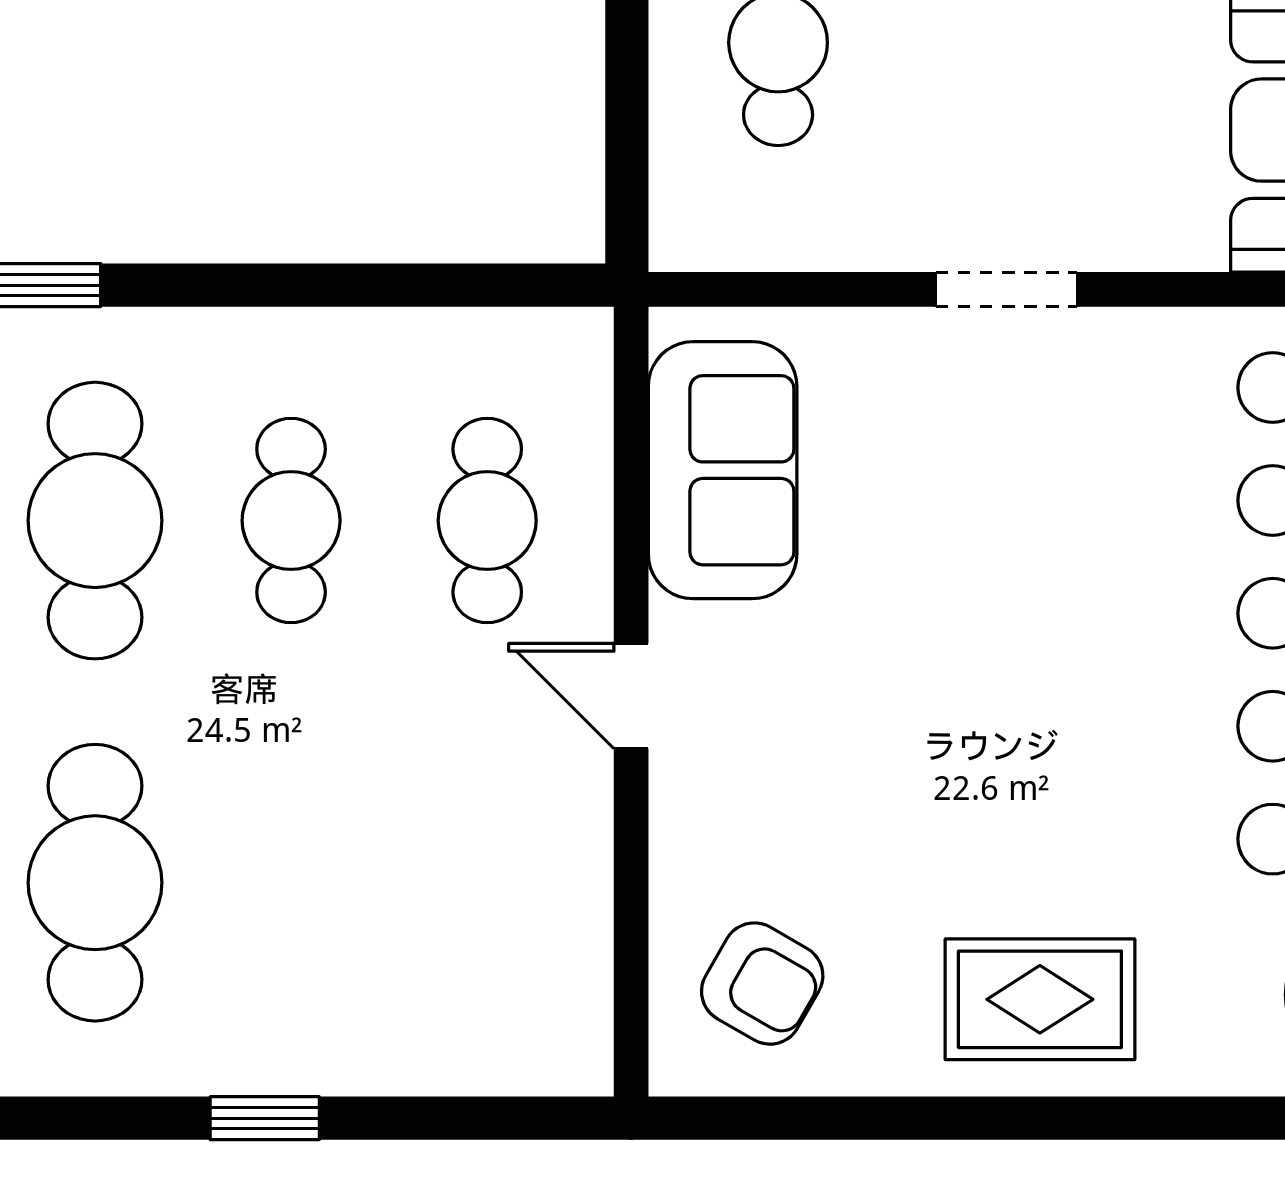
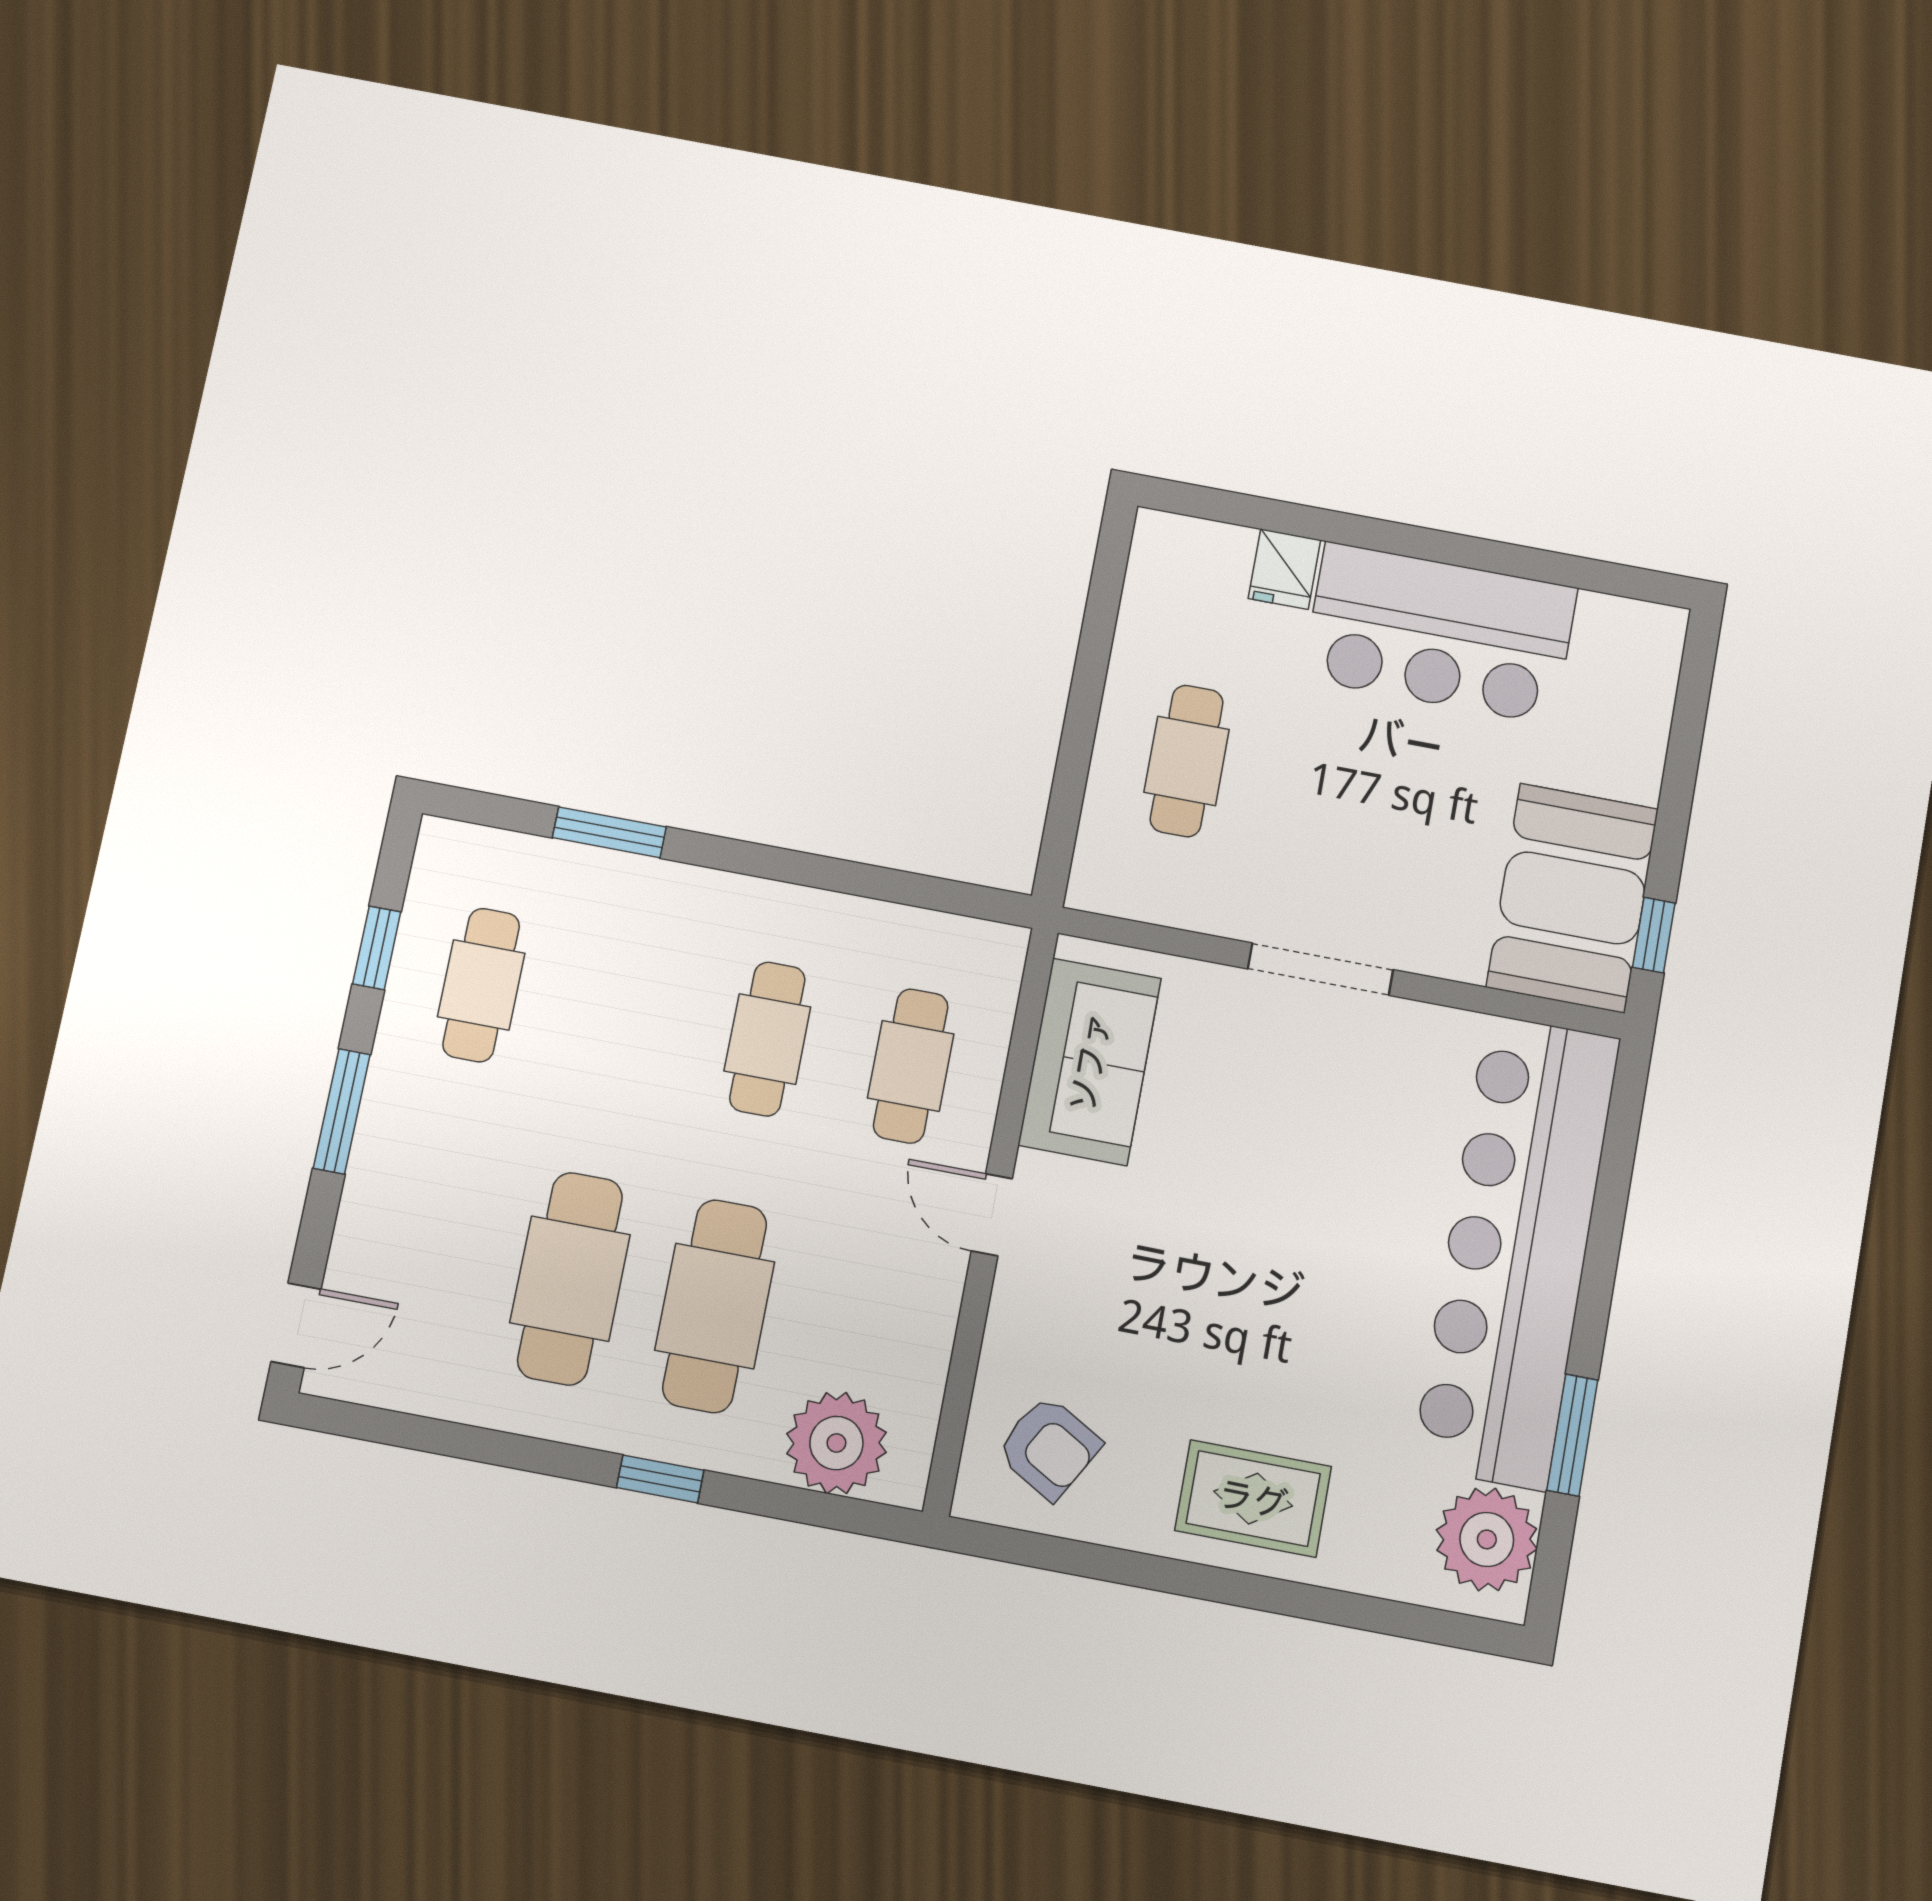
doorway: (1006, 289) -> (1320, 969), width x1.38
cafe table: (95, 521) -> (715, 1306), moved
plant: (485, 1029) -> (836, 1443), added

